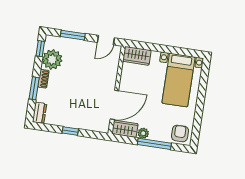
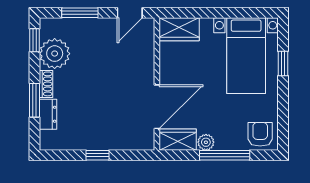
window: (202, 89) -> (283, 63), added
dresser: (40, 113) -> (48, 114), moved

